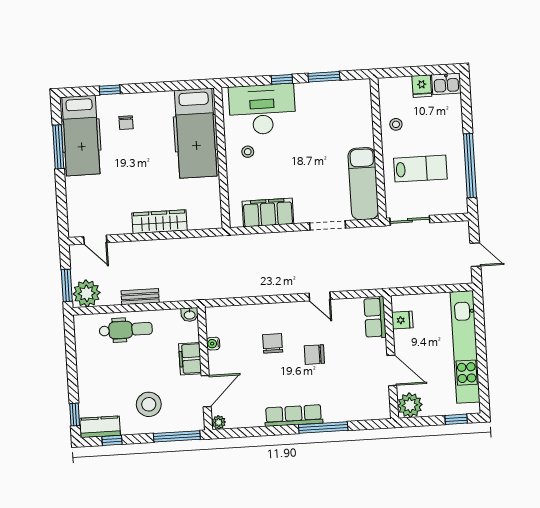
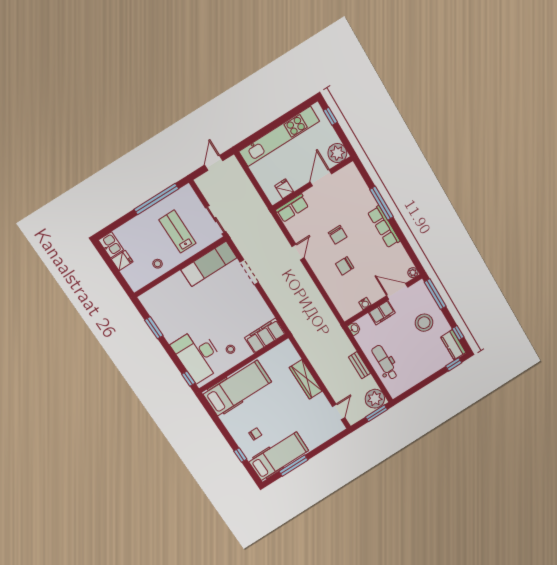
window: (282, 79) -> (188, 379), moved
filing cabinet: (268, 212) -> (265, 336), moved, turned 90

